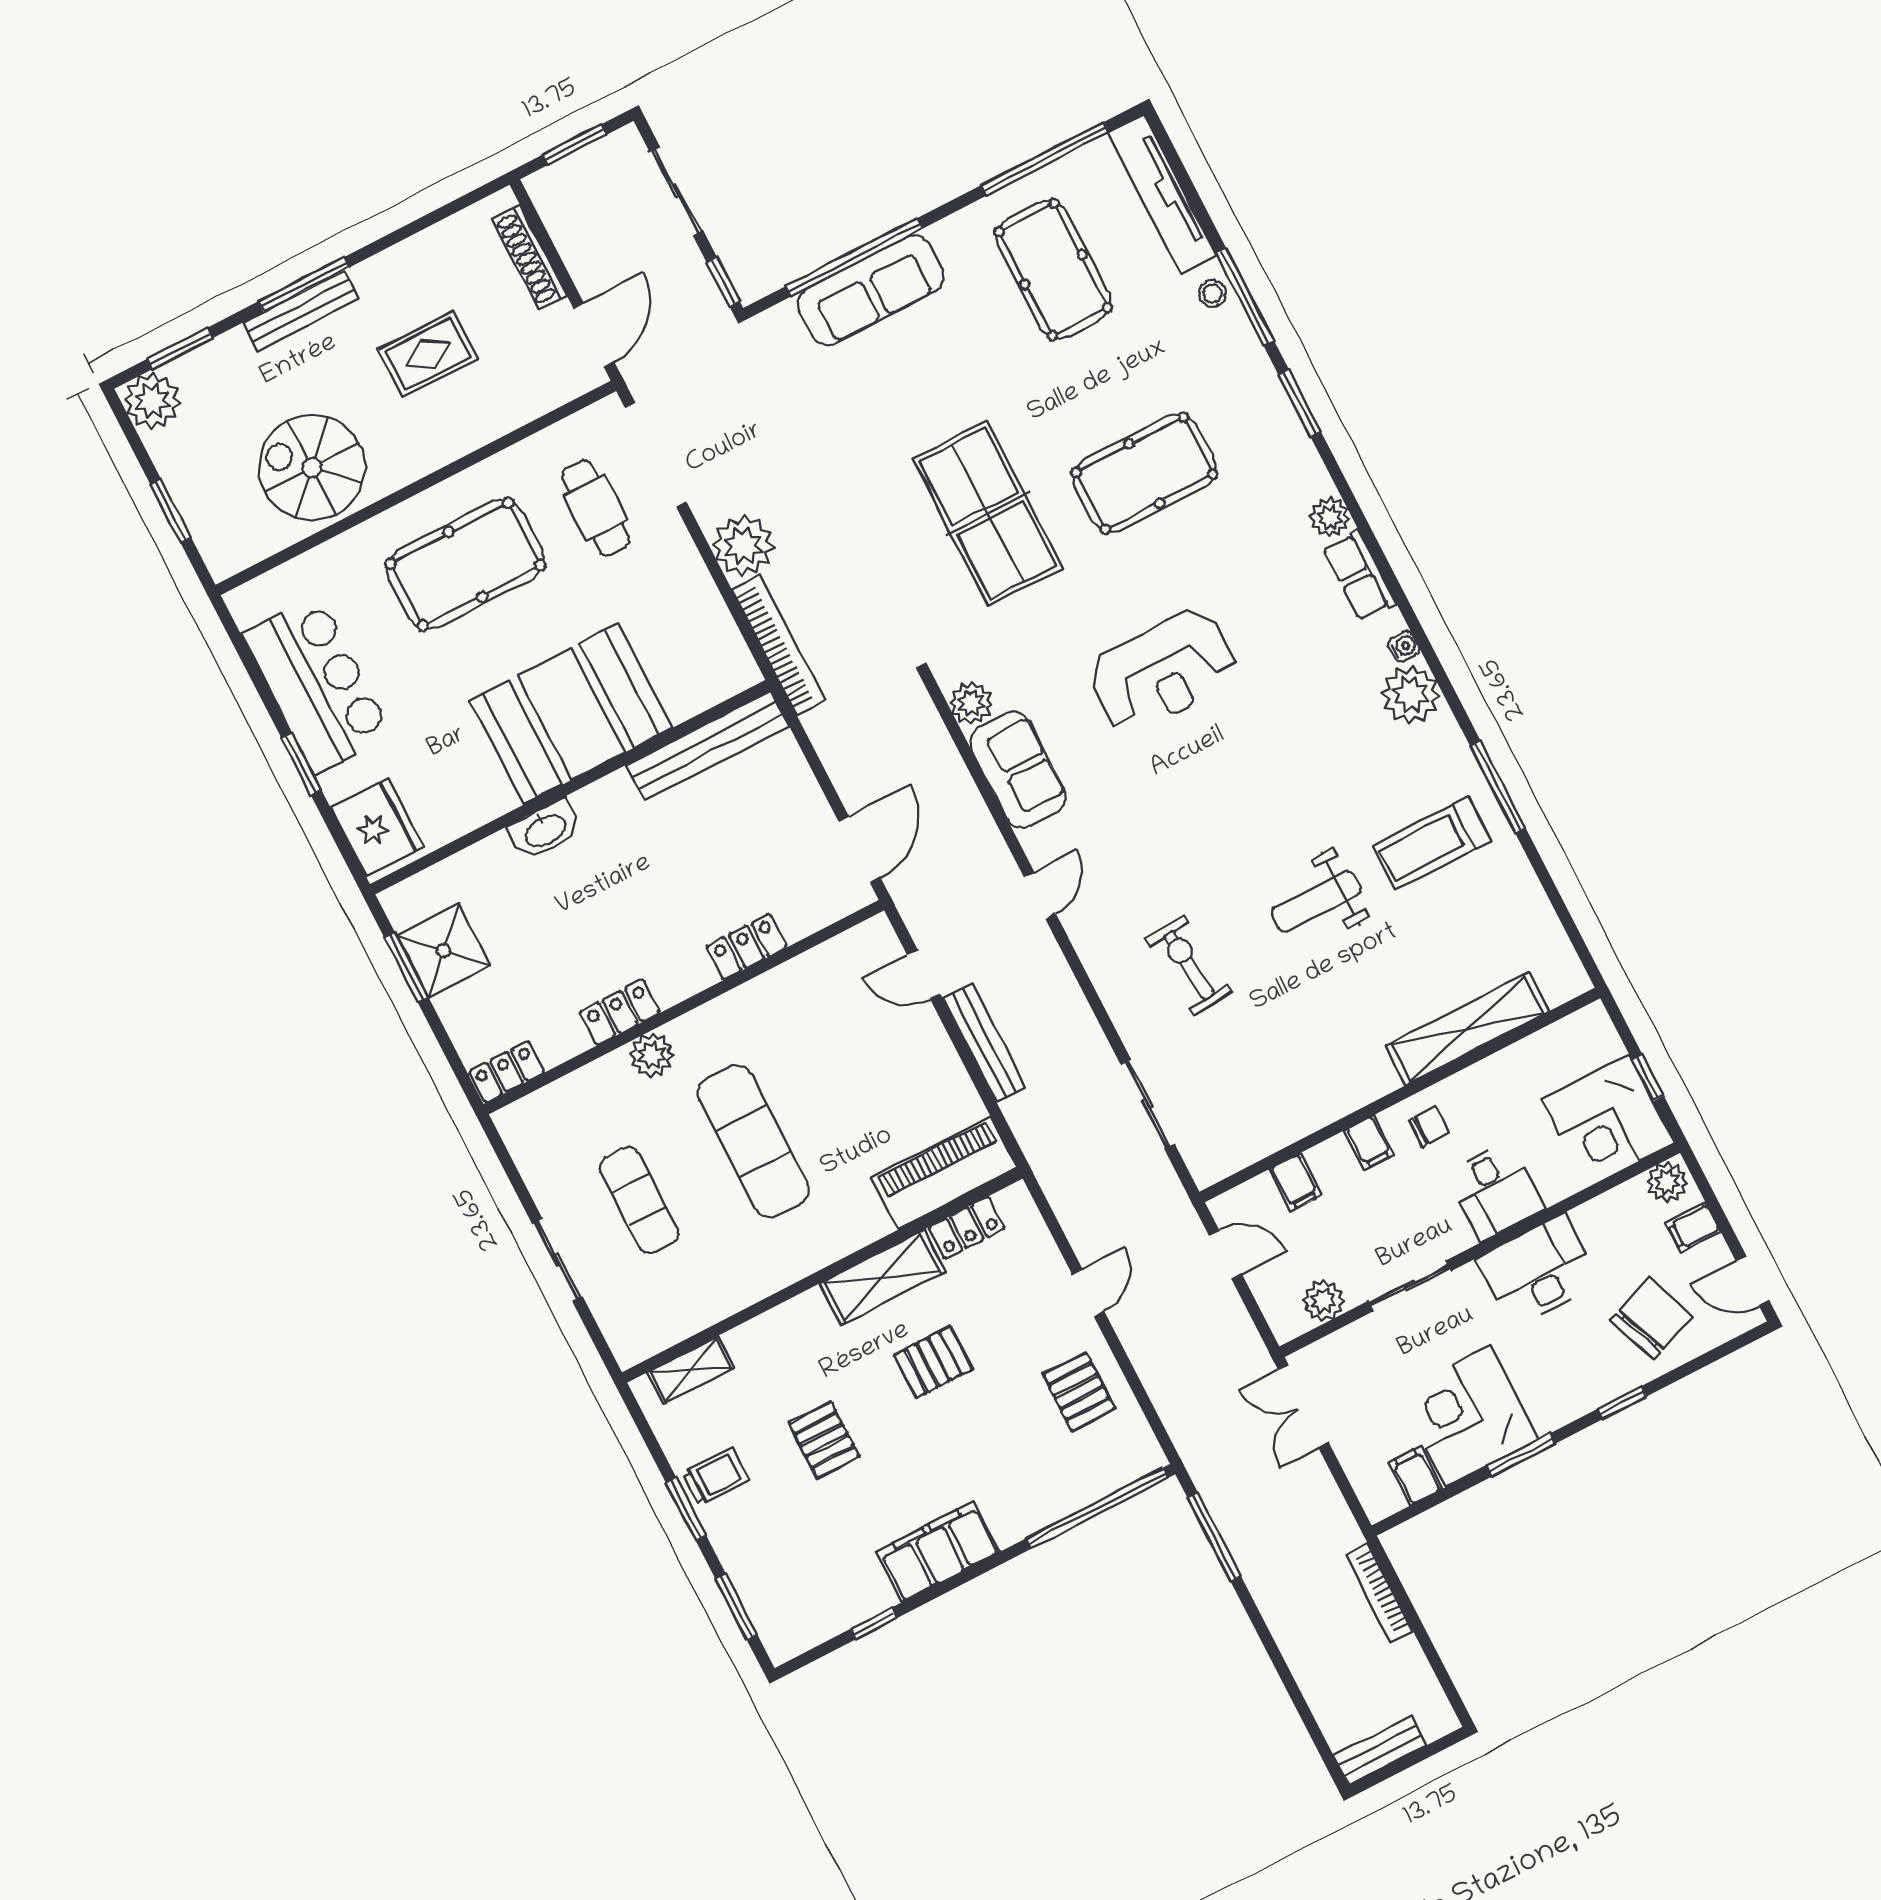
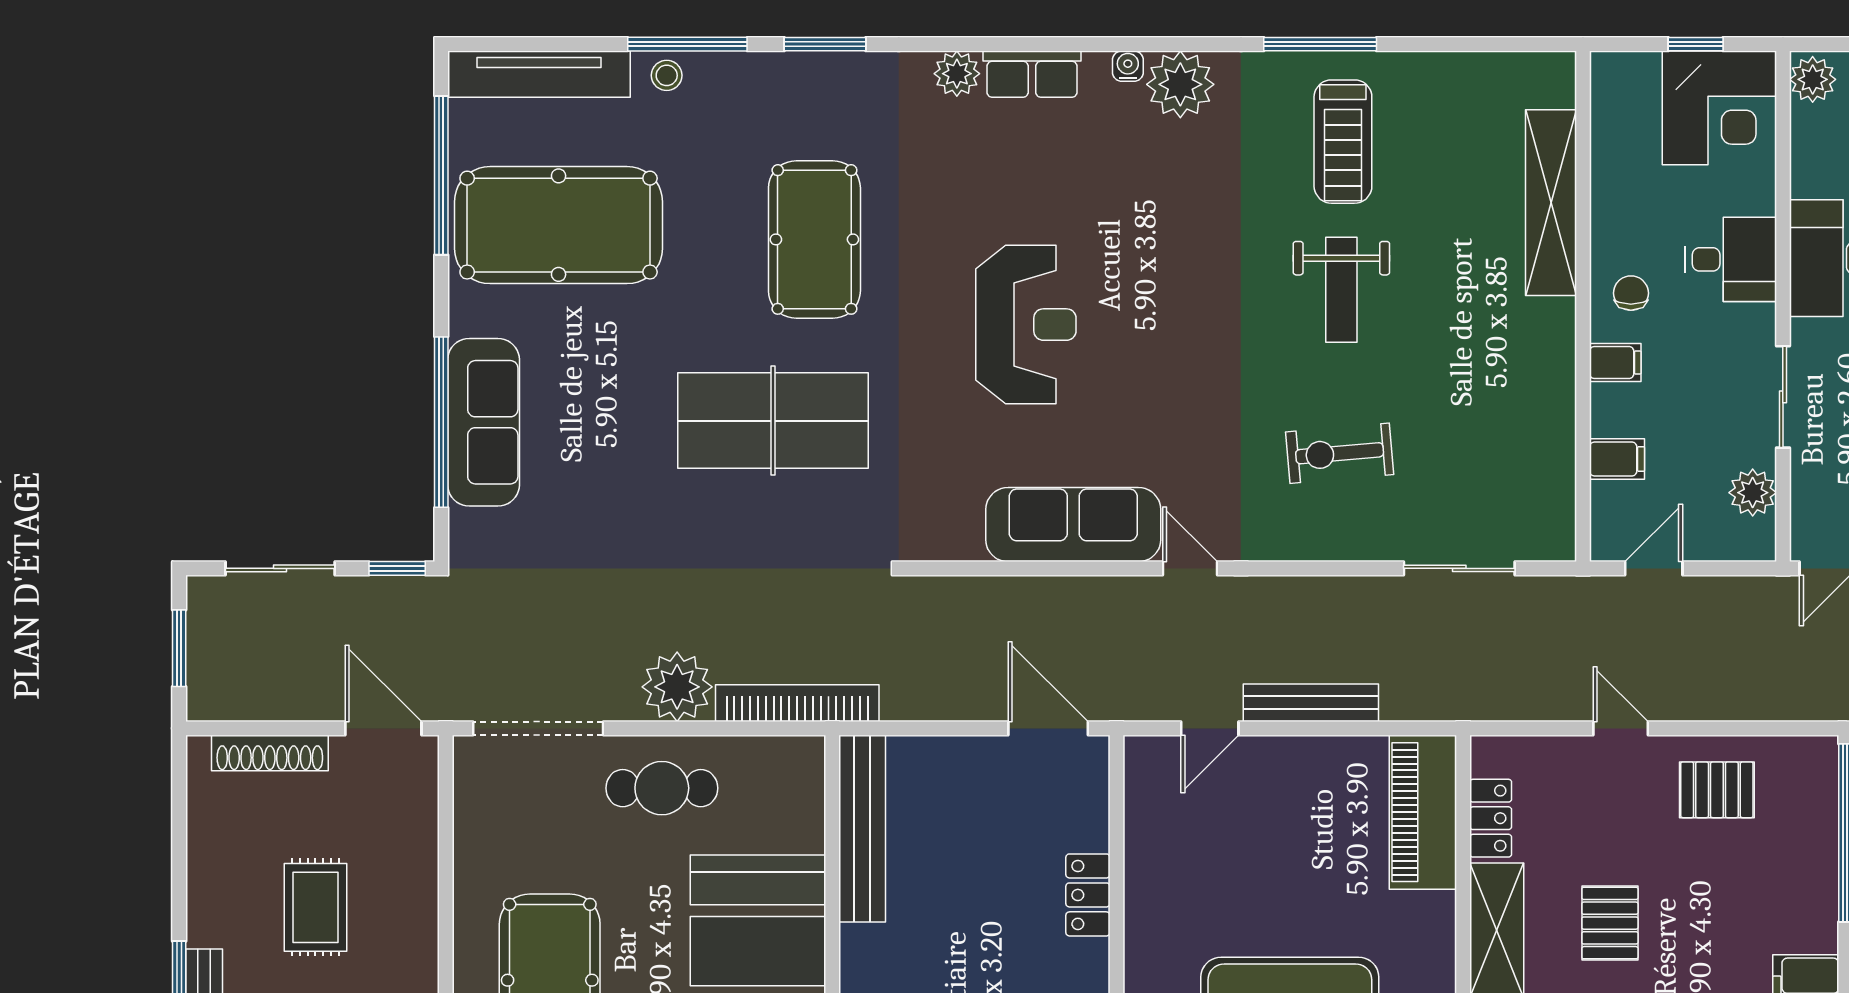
pool table: (1053, 270) -> (559, 225), width x1.36, depth x1.32
cafe table: (596, 508) -> (662, 788), moved
plant: (971, 703) -> (958, 537), removed
sofa: (1018, 770) -> (1073, 525), width x1.36

